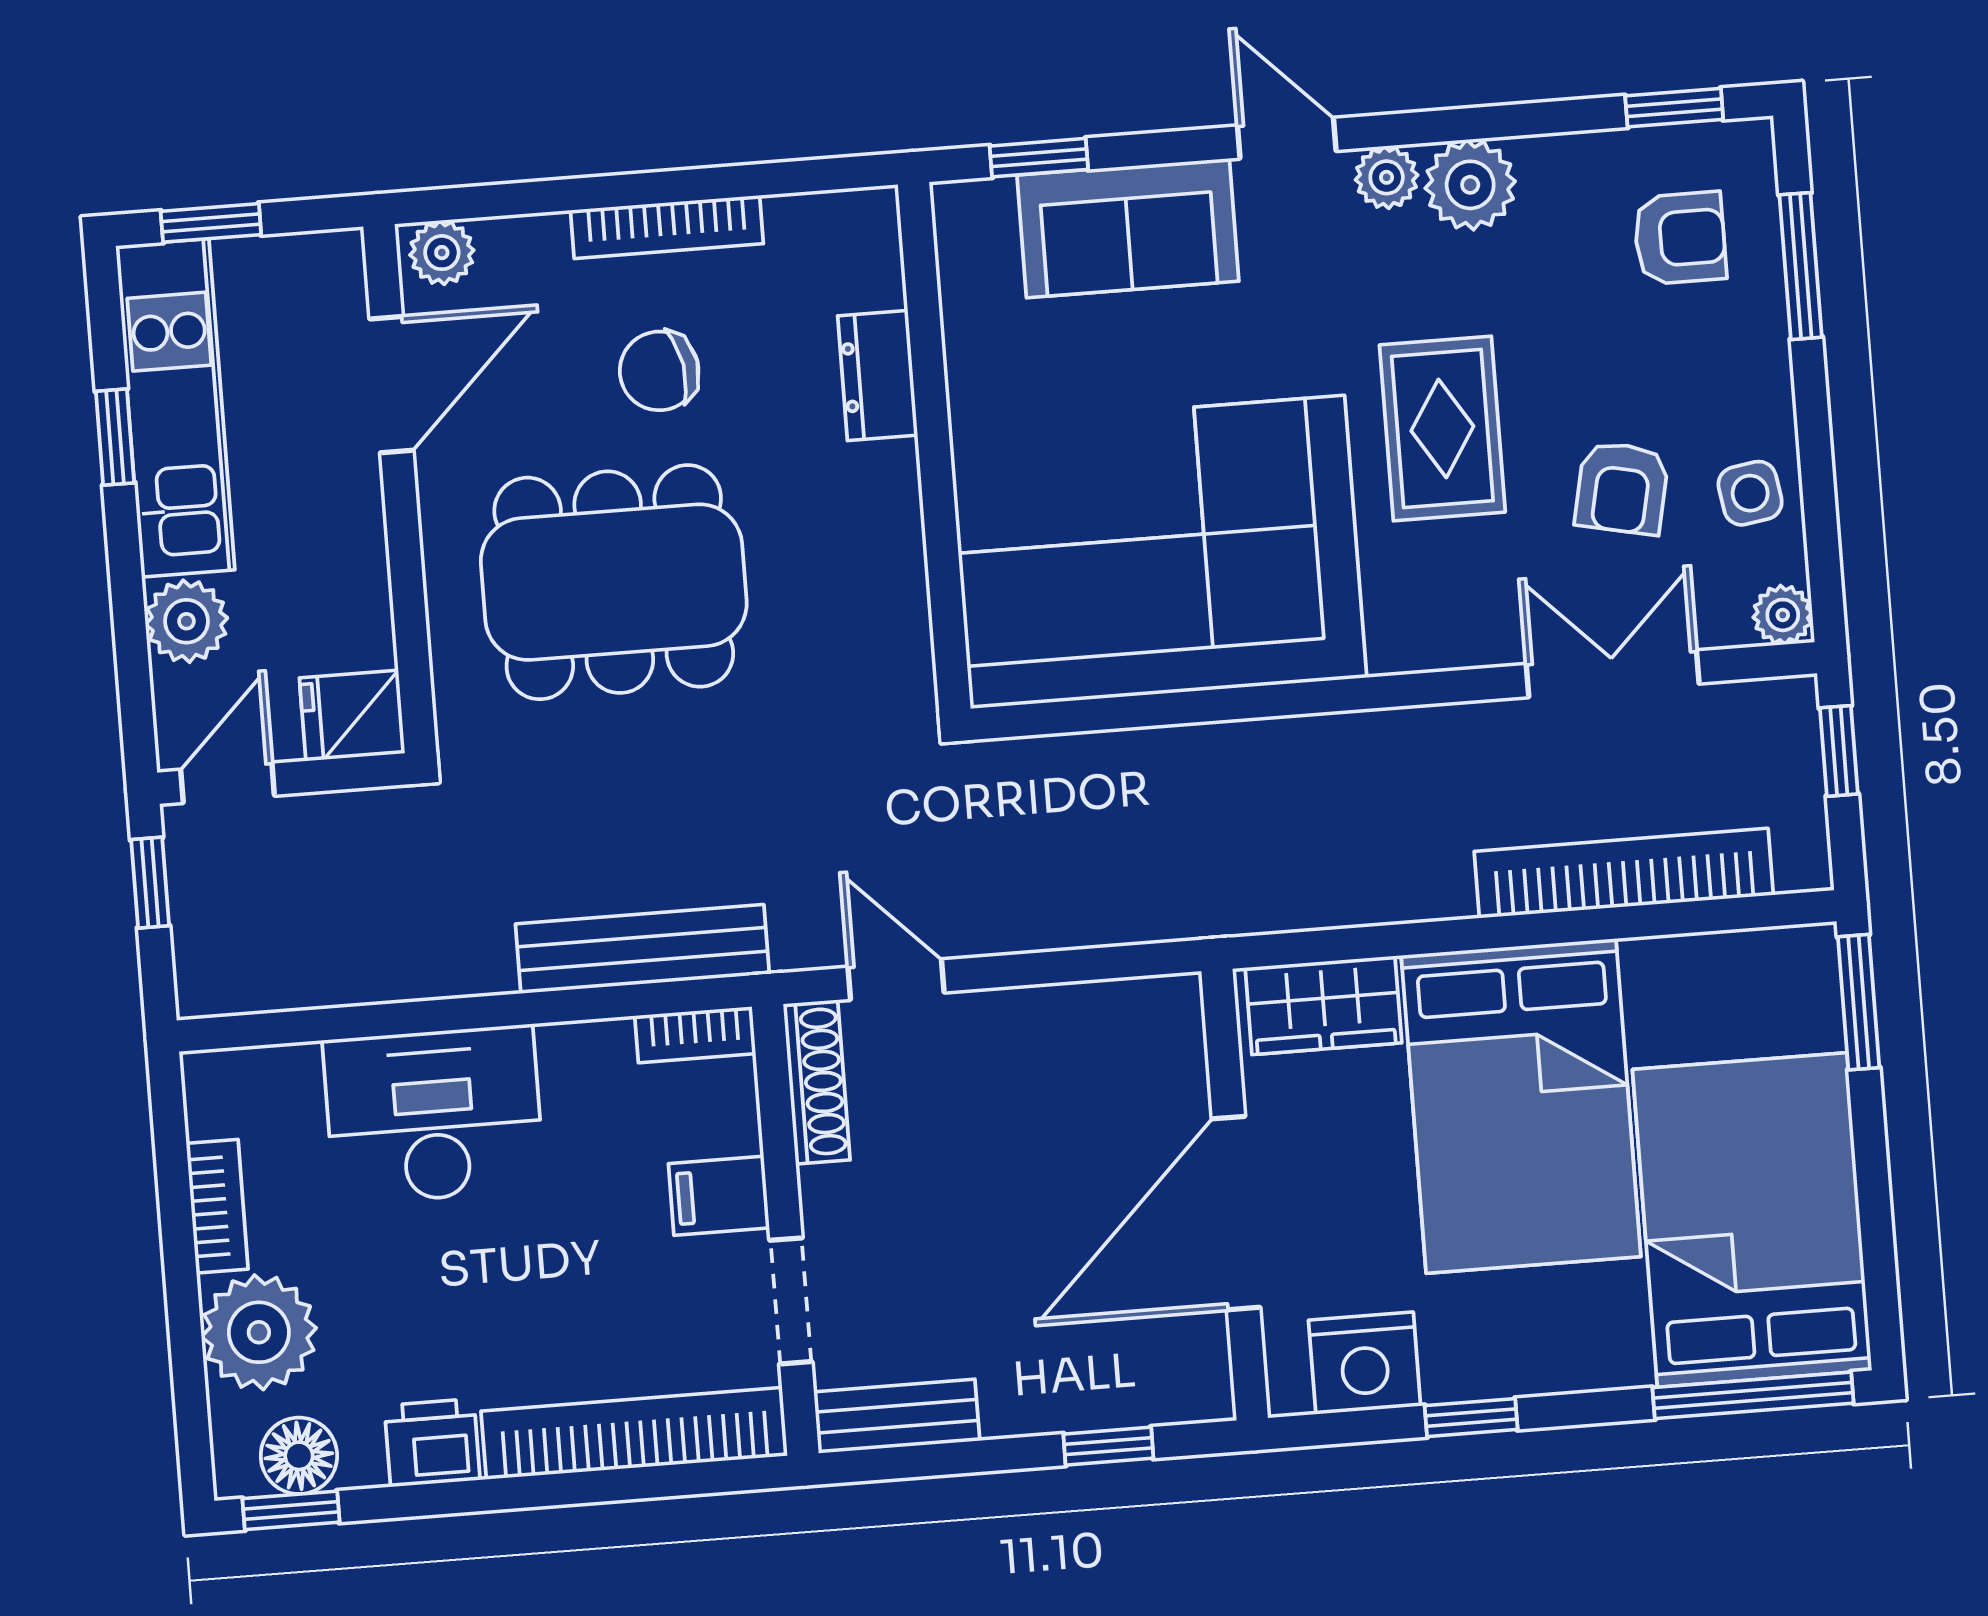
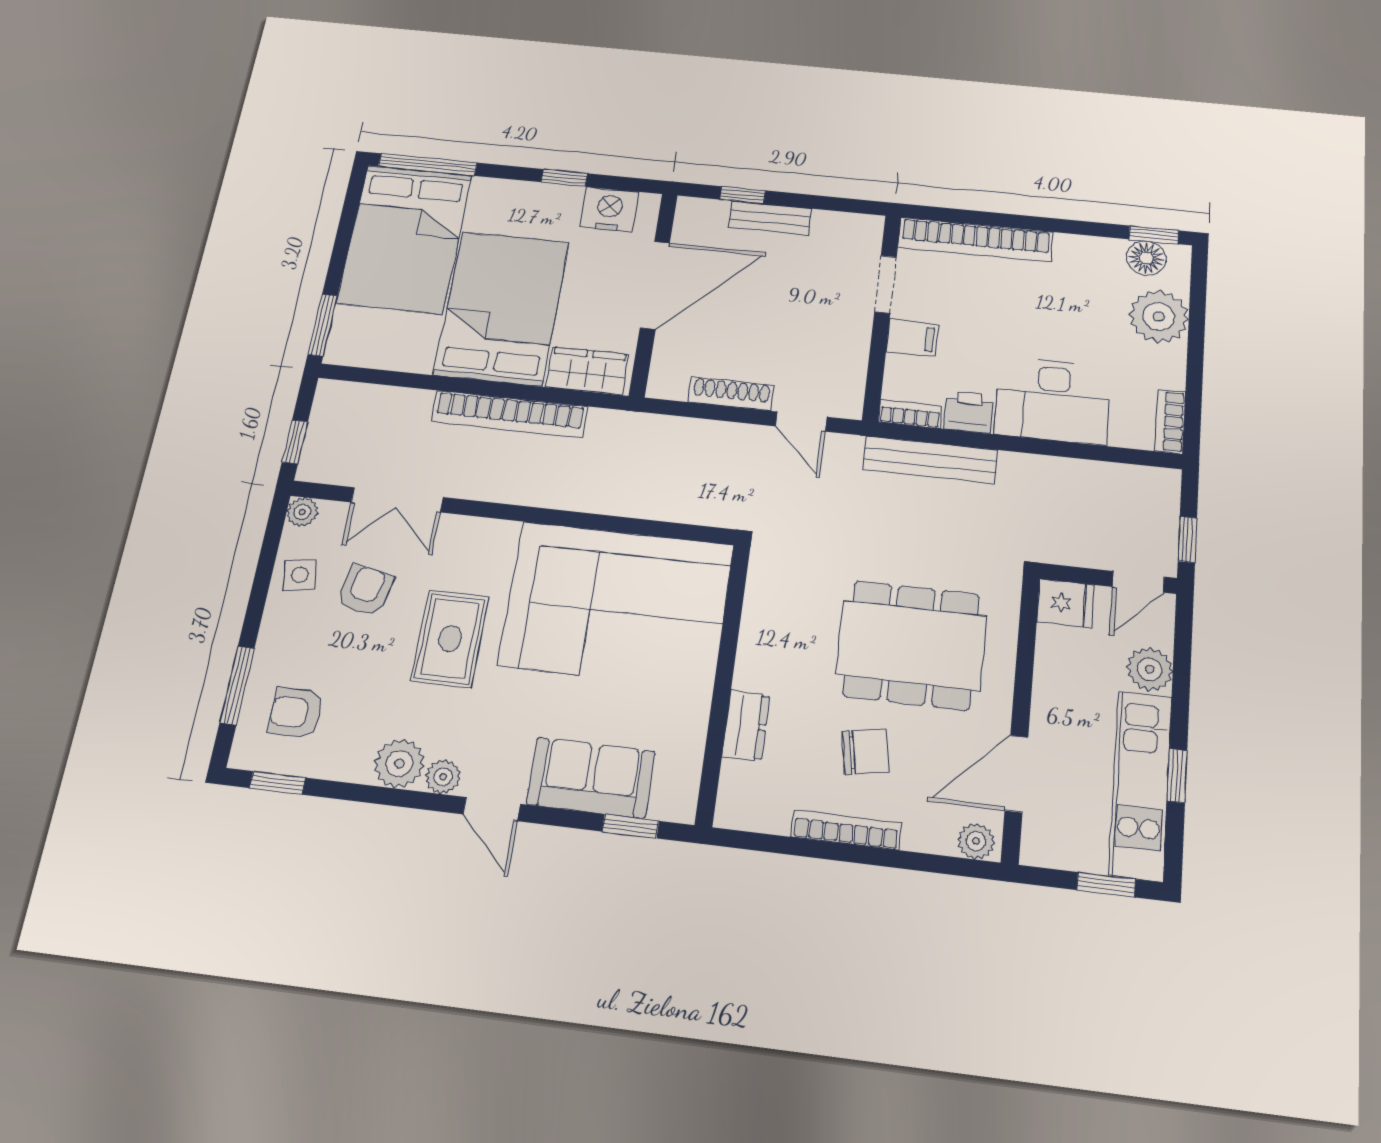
bookcase: (1624, 873) -> (509, 414), moved
shoe rack: (817, 1082) -> (731, 394), moved, turned 90
bookcase: (217, 1206) -> (1170, 421), moved
bench: (897, 1416) -> (770, 218), moved
printer: (432, 1443) -> (969, 412), moved, turned 180

